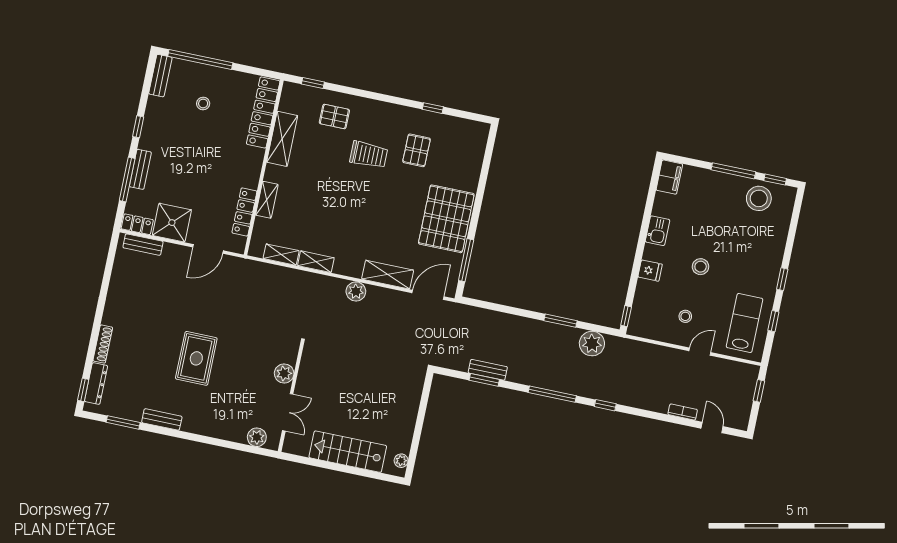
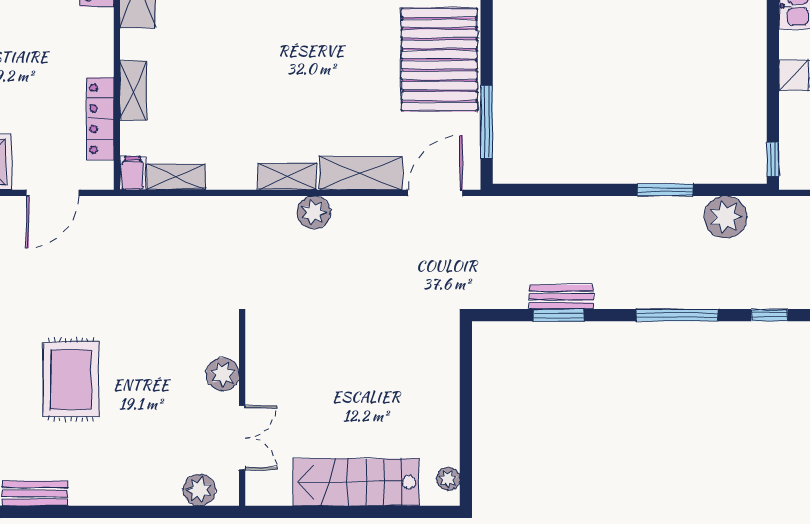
filing cabinet: (256, 247) -> (132, 173), added
shelving: (316, 262) -> (287, 177), moved

